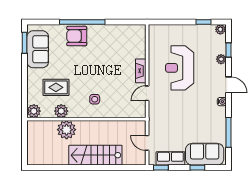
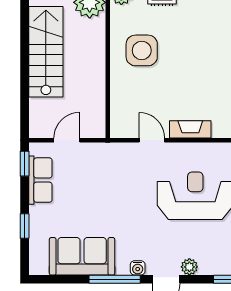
plant: (221, 59) -> (189, 267), moved
side table: (95, 99) -> (142, 50), width x1.87, depth x1.87
window: (228, 132) -> (115, 279), moved
sofa: (205, 154) -> (82, 256), moved, turned -90

